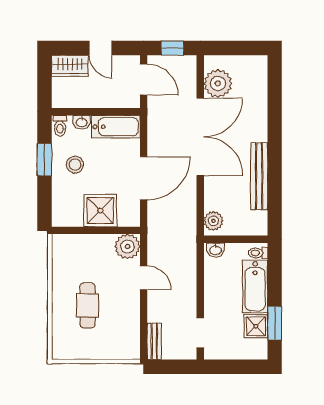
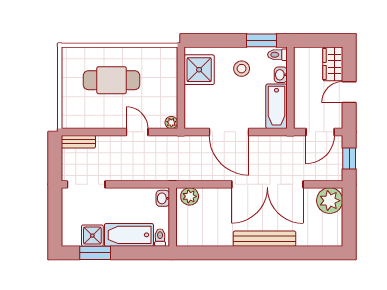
plant: (218, 83) -> (330, 201), moved
window: (44, 160) -> (262, 40), moved
bench: (259, 176) -> (264, 239), moved
shower: (100, 211) -> (199, 70), moved
plant: (127, 247) -> (171, 123), width x0.53, depth x0.53
door: (144, 278) -> (137, 132), swing flipped
cafe table: (88, 305) -> (112, 80), width x1.37, depth x1.35
doorway: (200, 333) -> (86, 184), width x1.38

